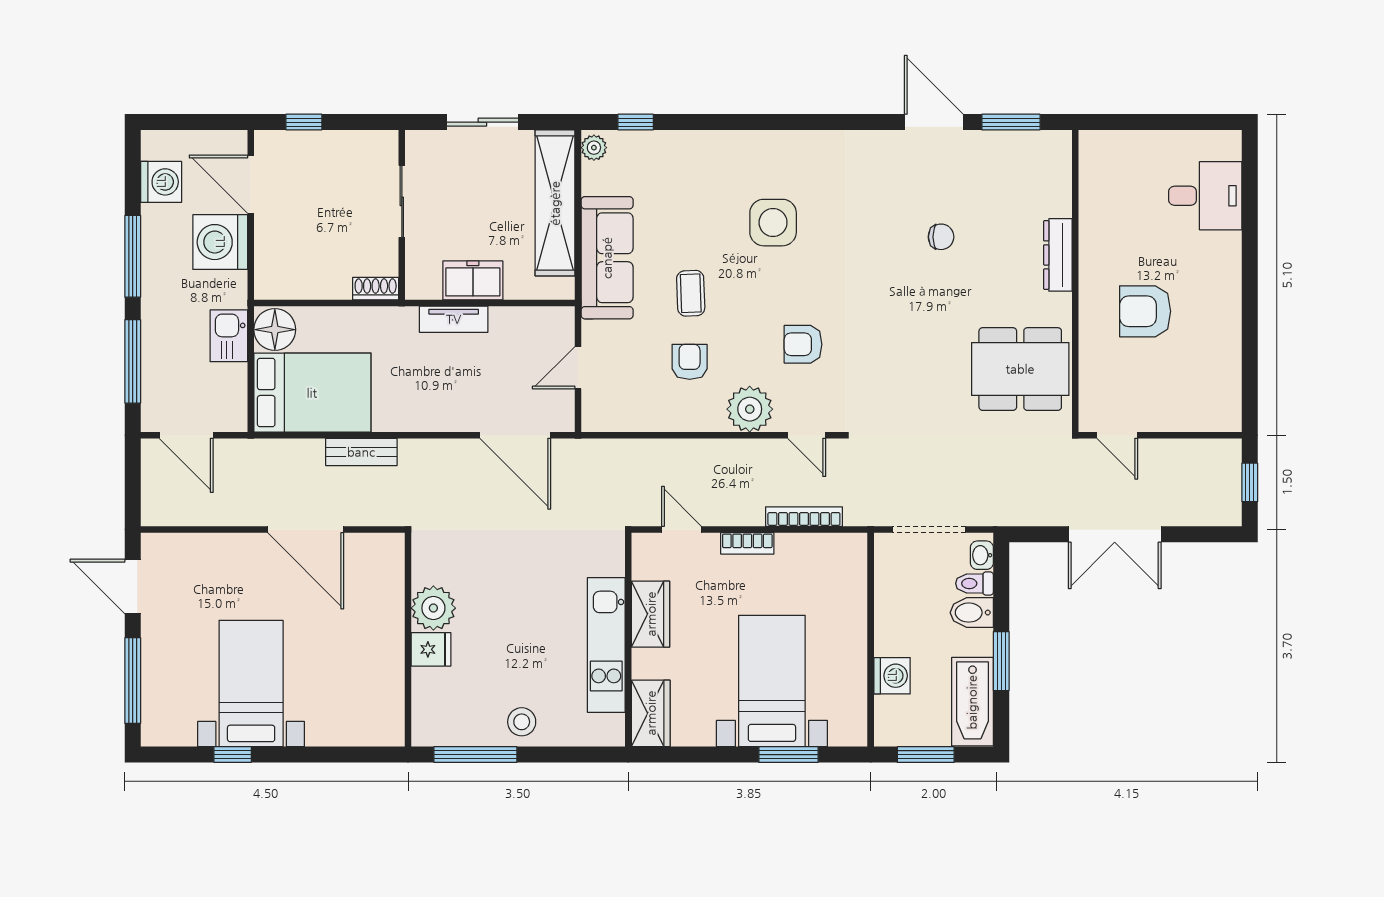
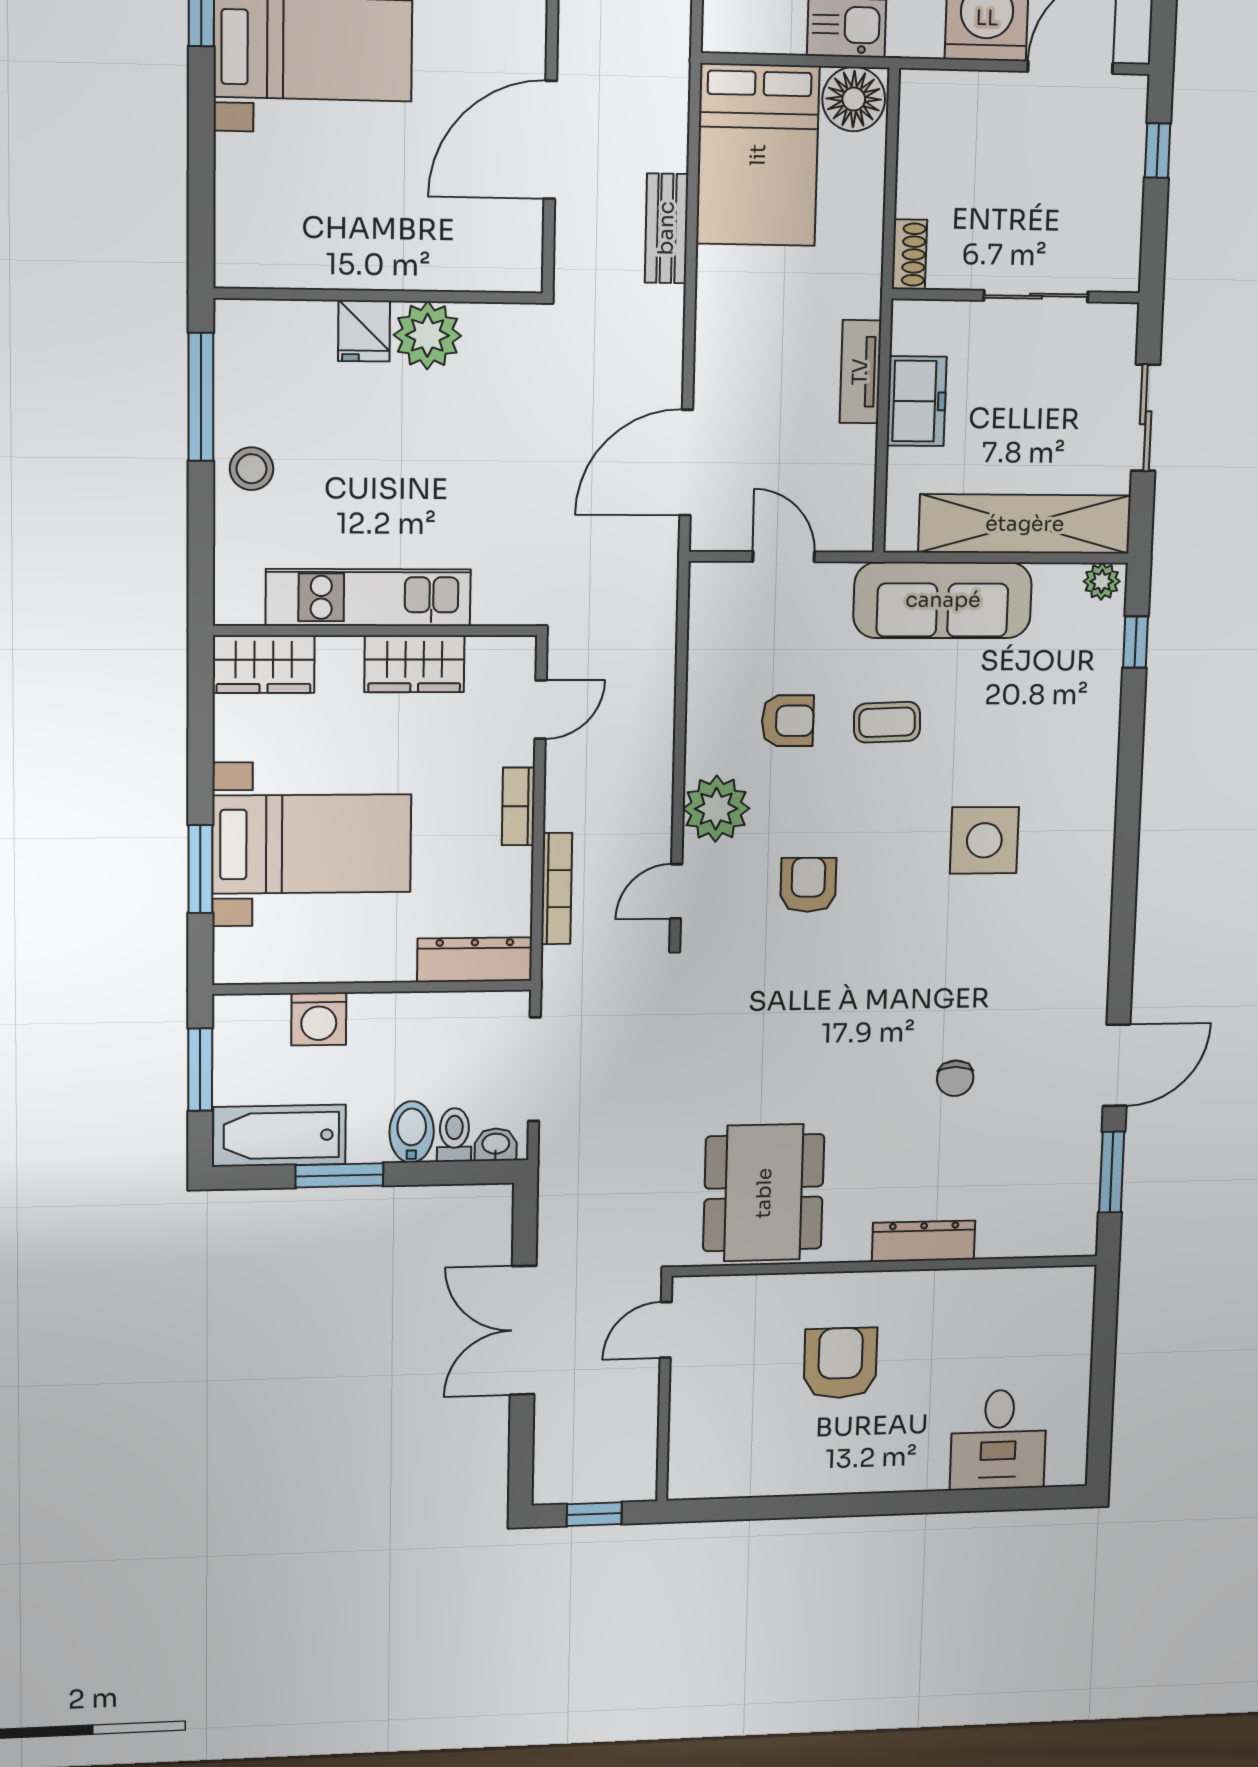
dresser: (852, 571) -> (475, 960), added

